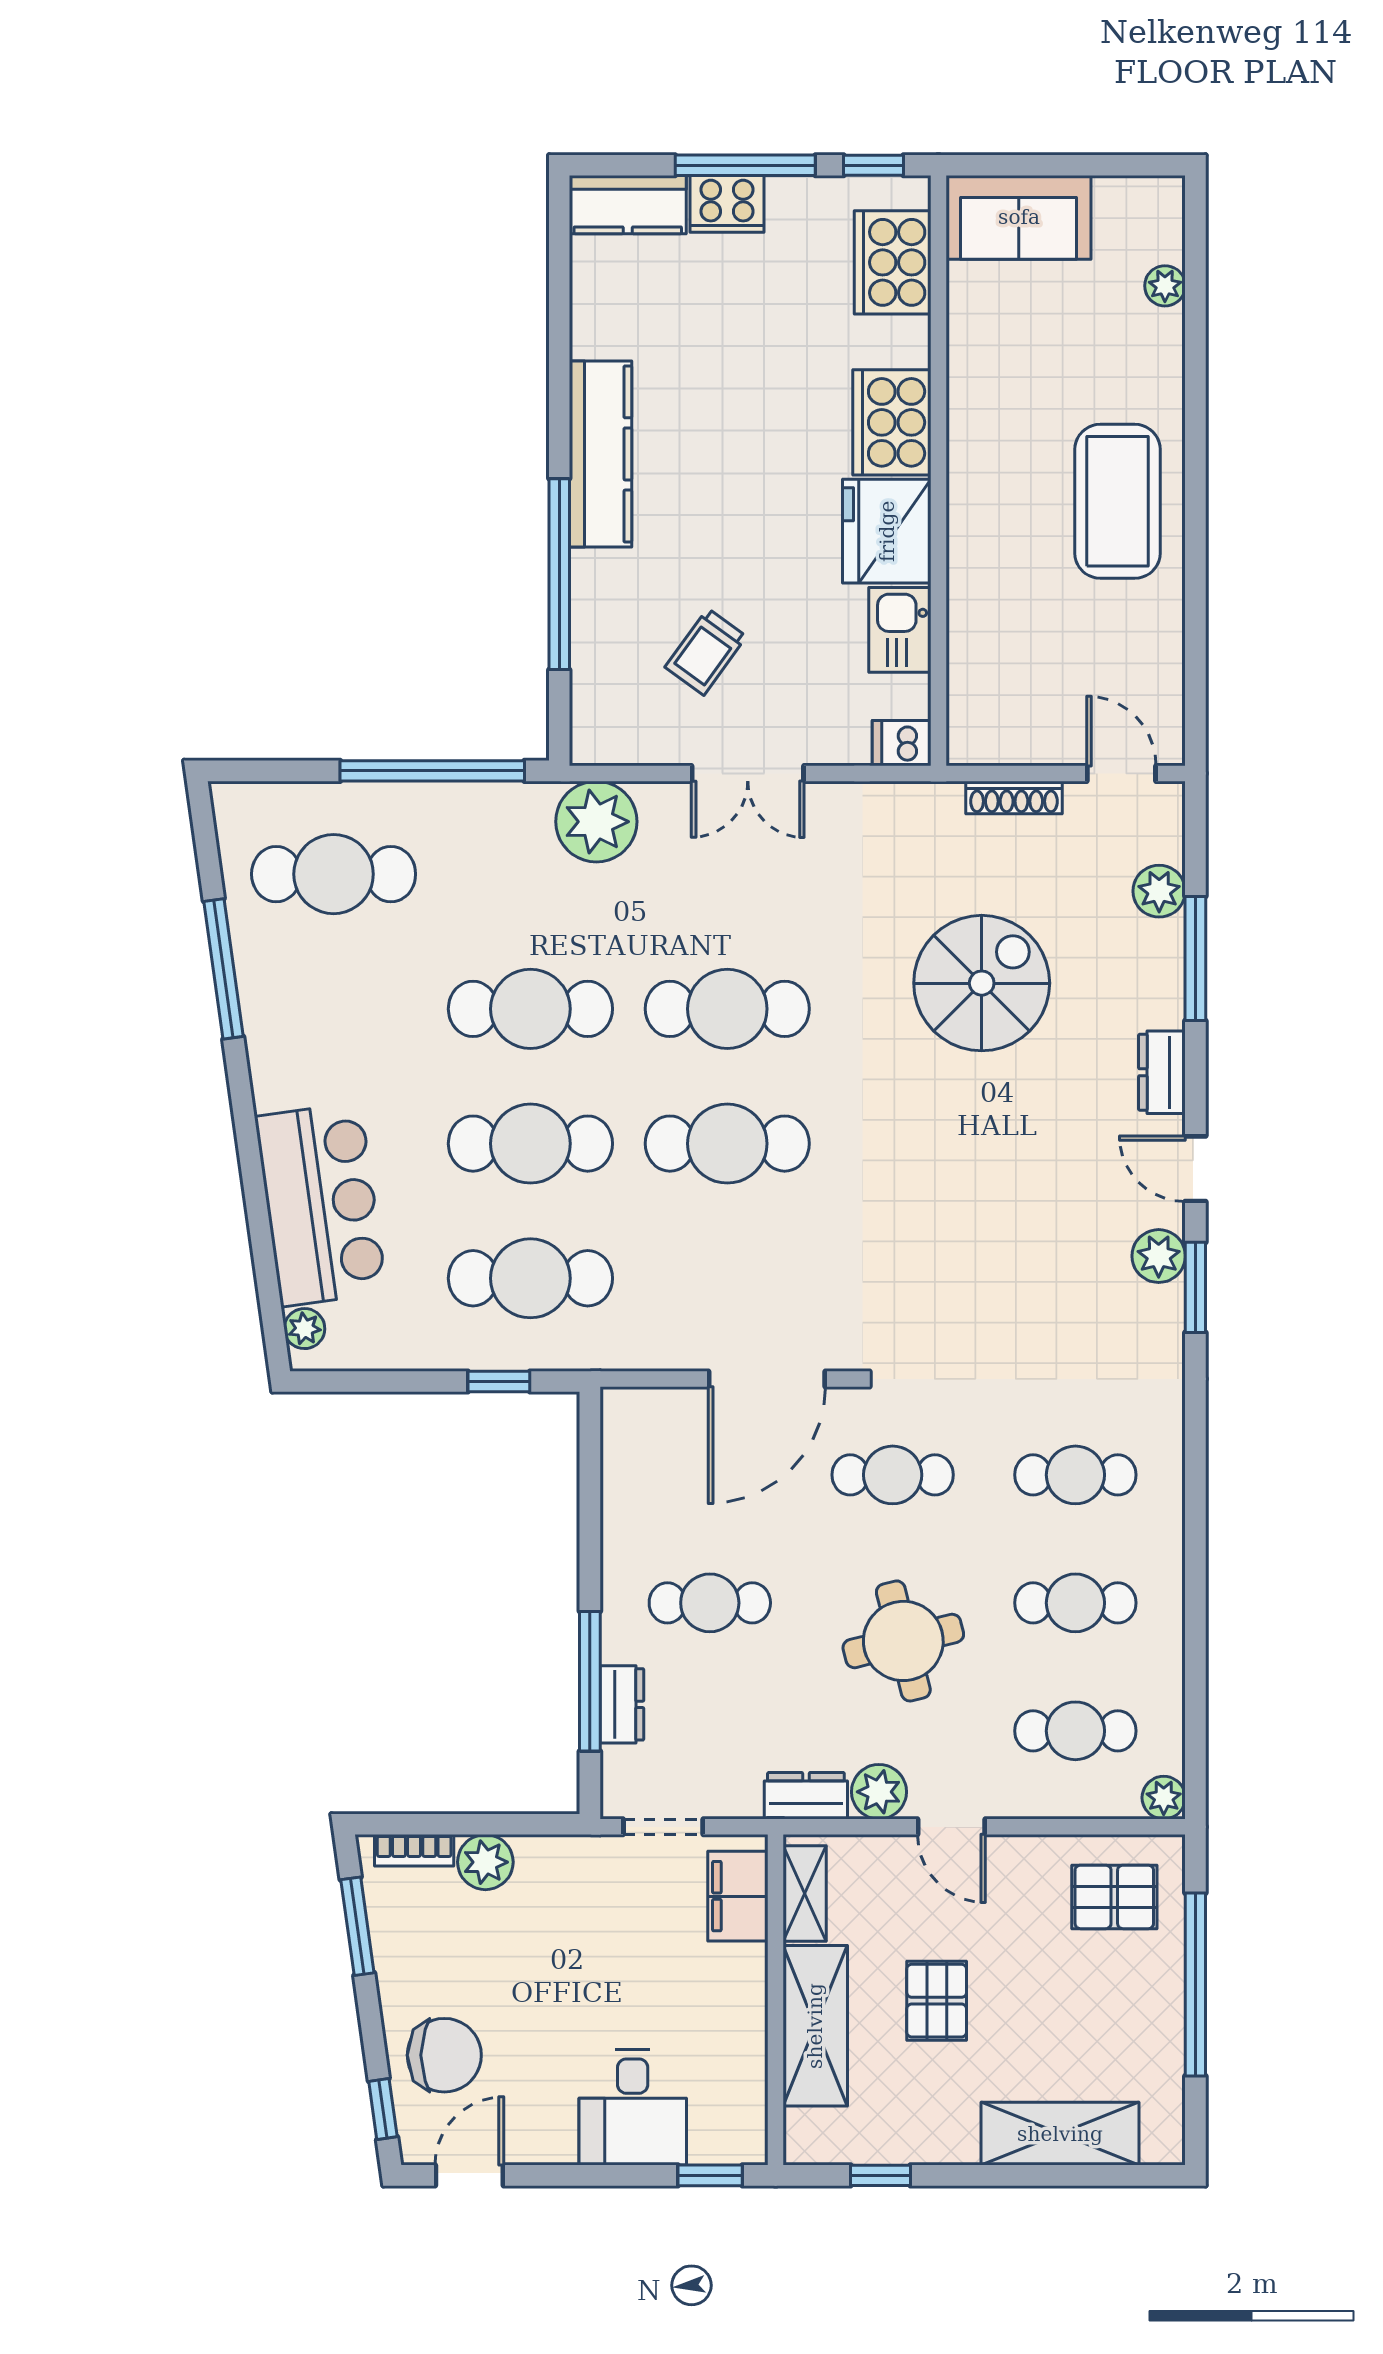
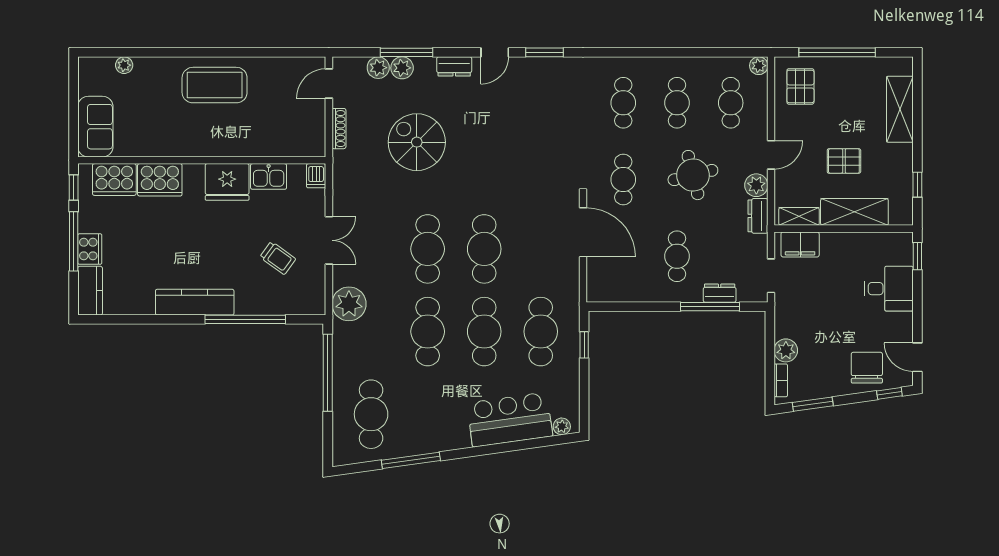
cooker: (892, 422) -> (160, 180), moved
plant: (1159, 1256) -> (402, 68), moved

